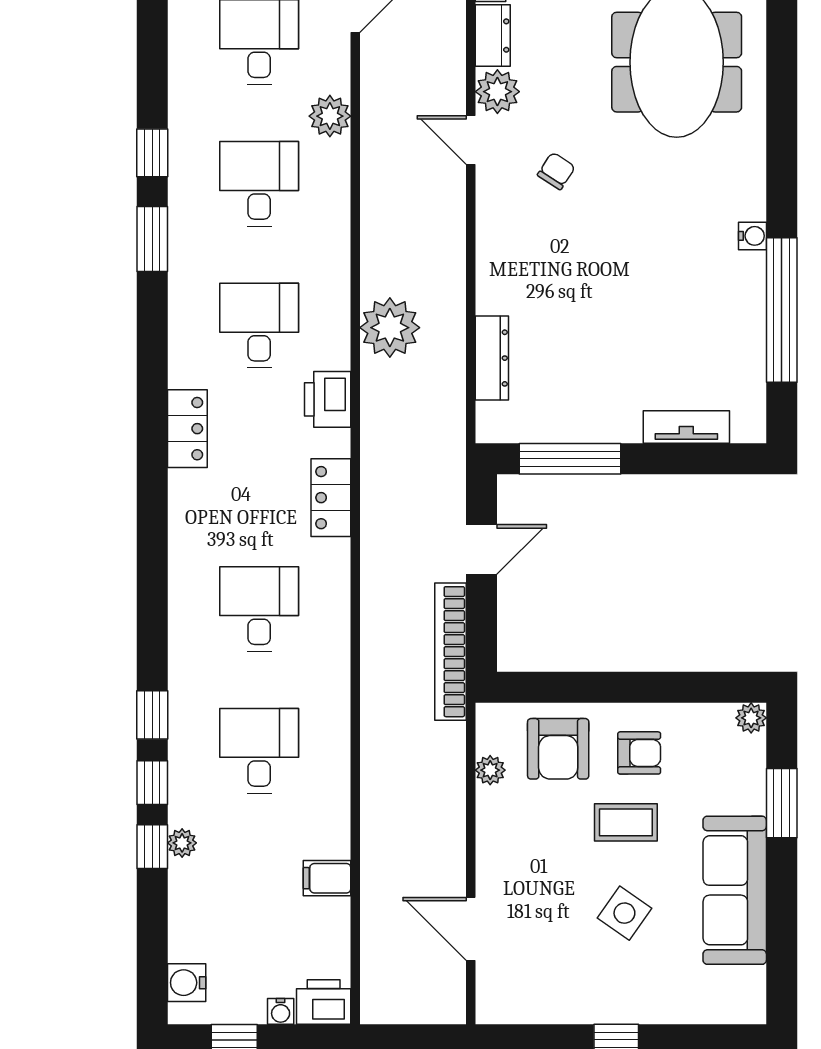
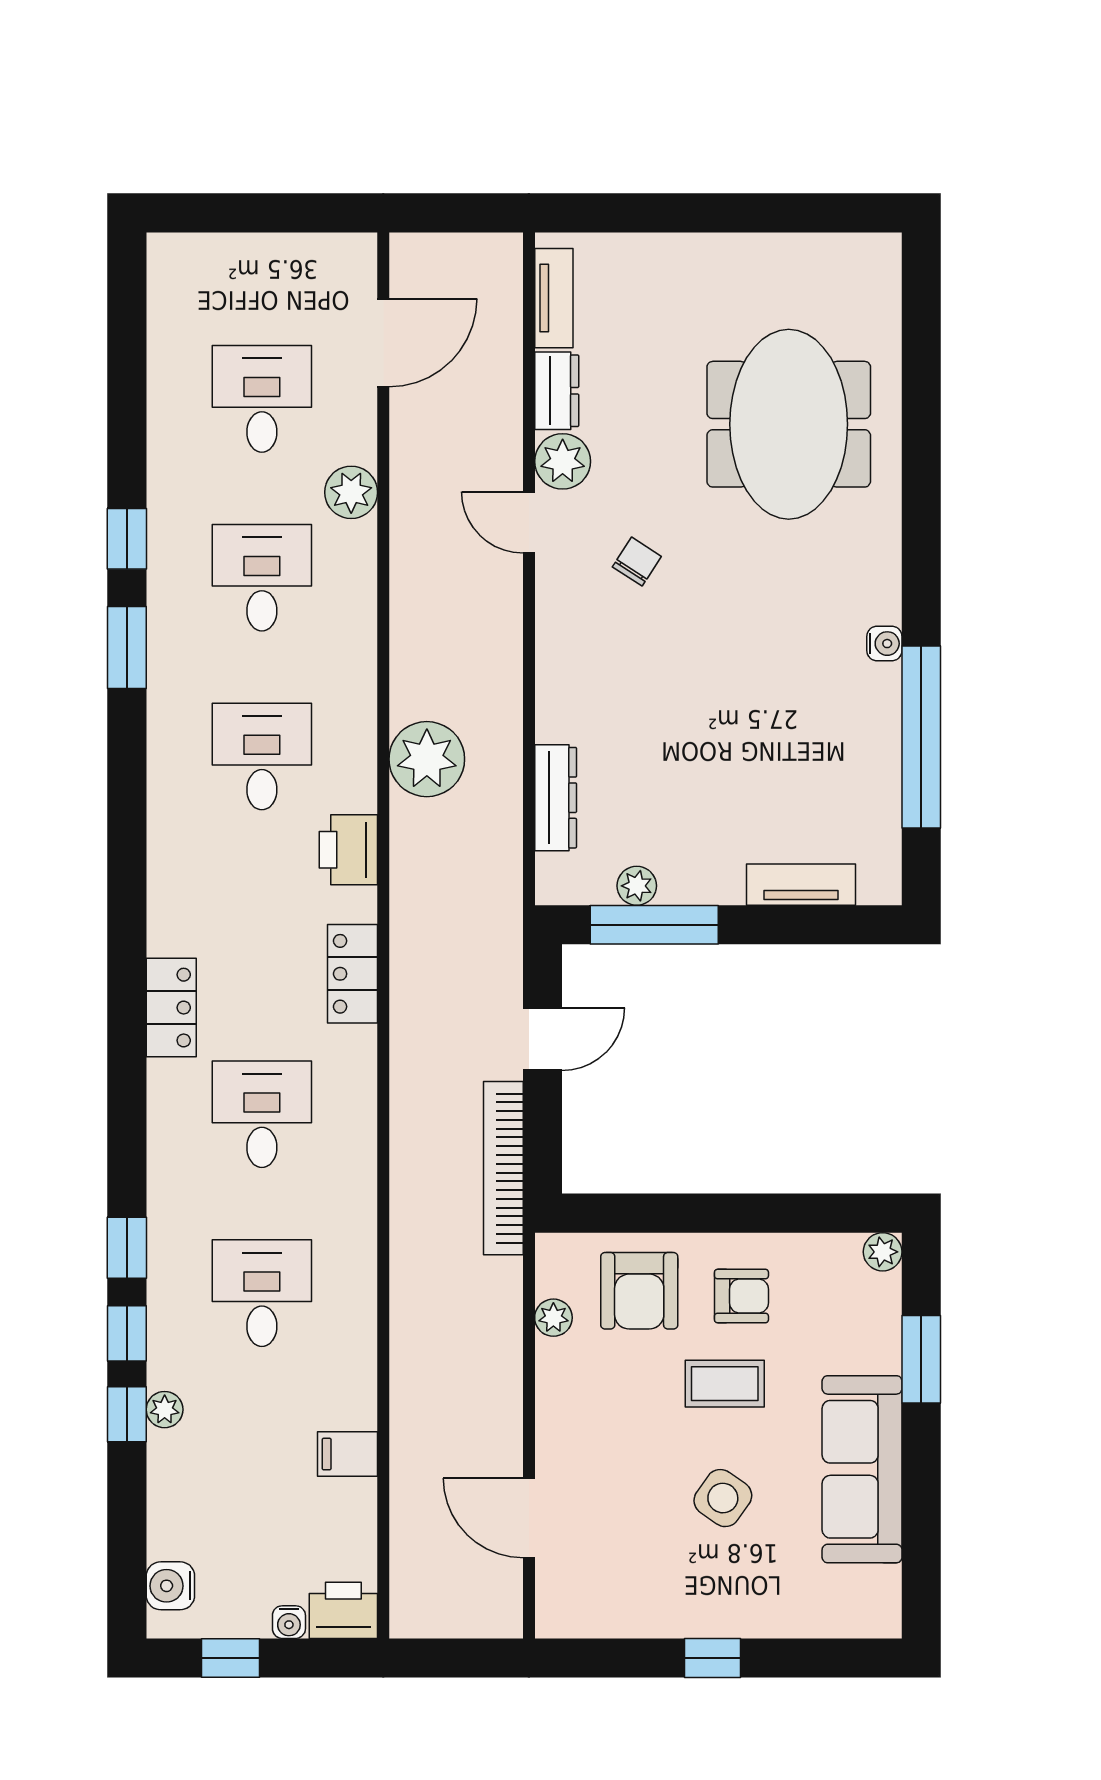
plant: (556, 428) -> (637, 886), added
locker: (187, 429) -> (171, 1008), moved

